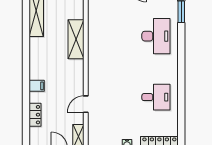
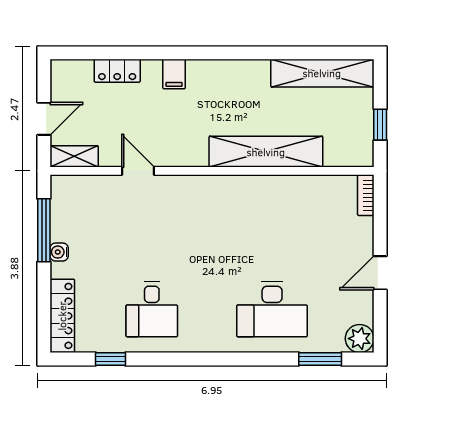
shelving: (76, 39) -> (266, 152), width x1.47
window: (181, 118) -> (111, 359), added

